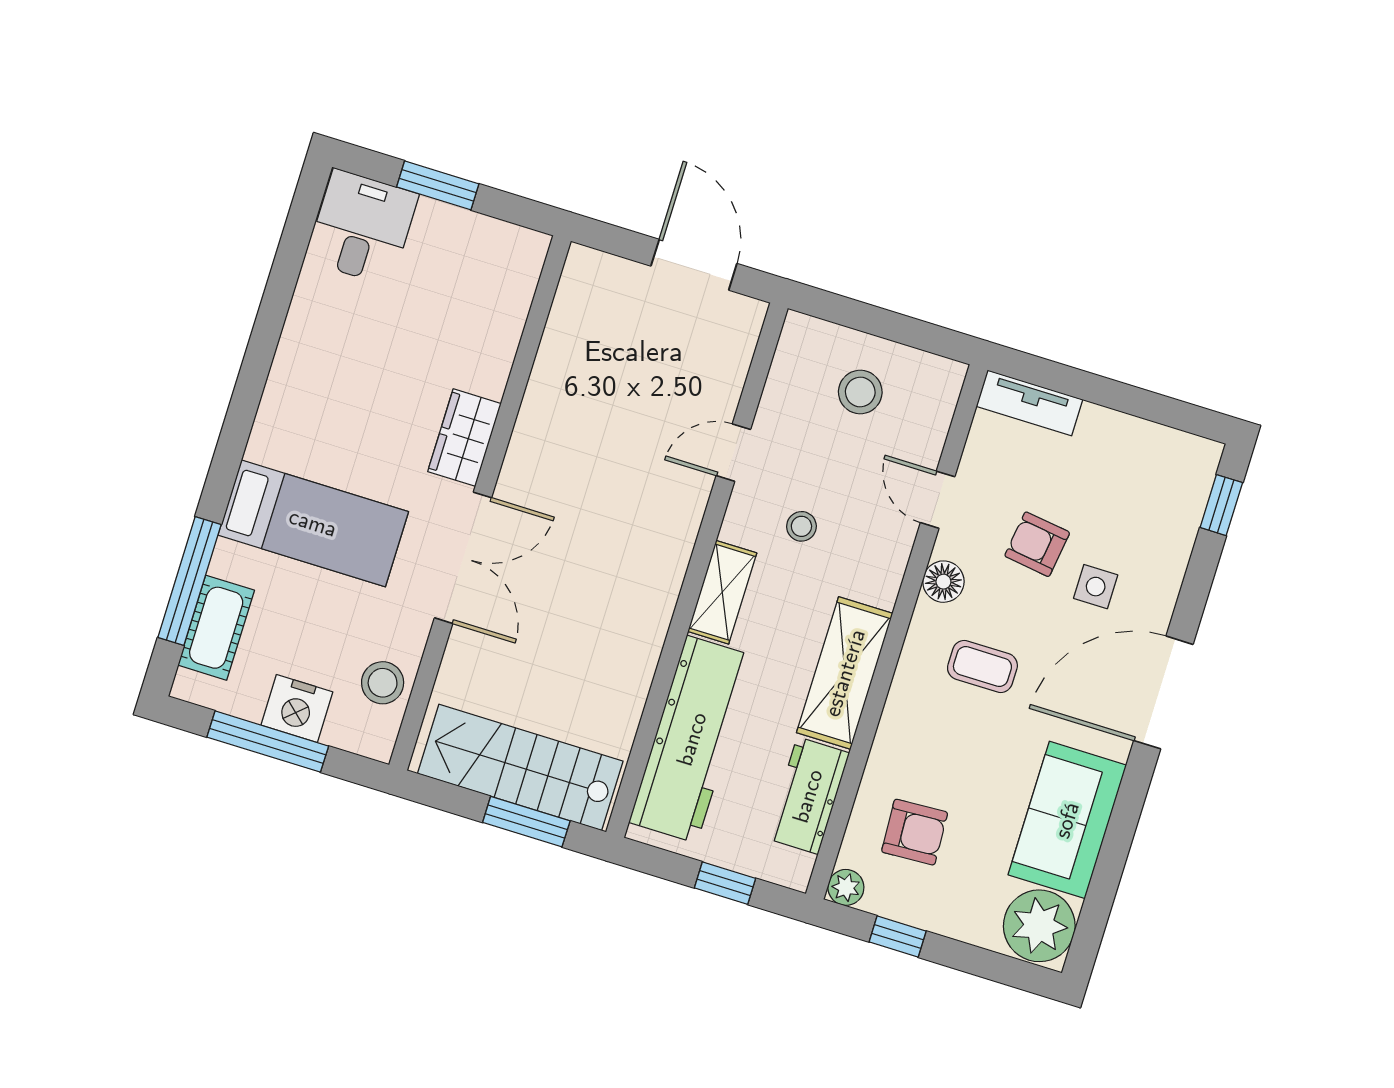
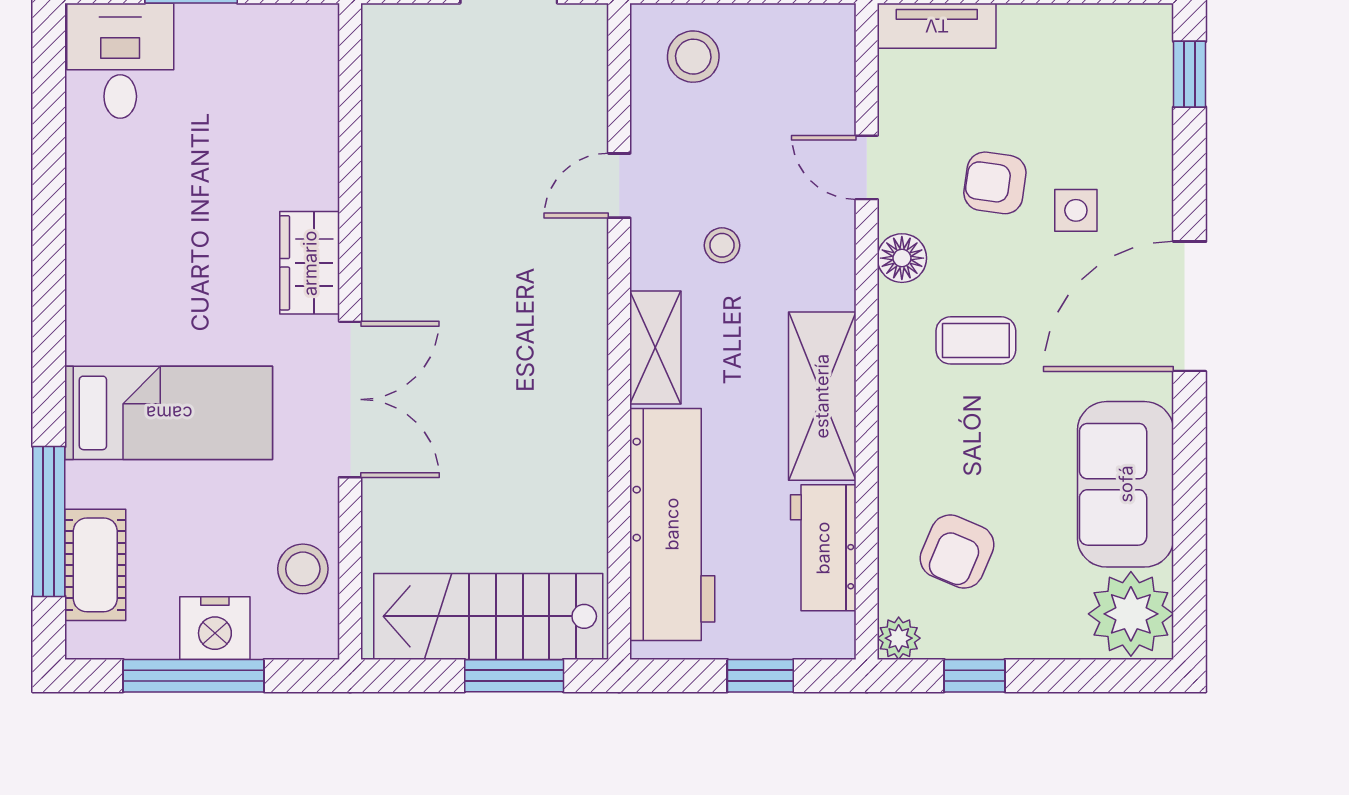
stool: (860, 392) -> (693, 57), moved
armchair: (915, 832) -> (957, 552), turned 116

